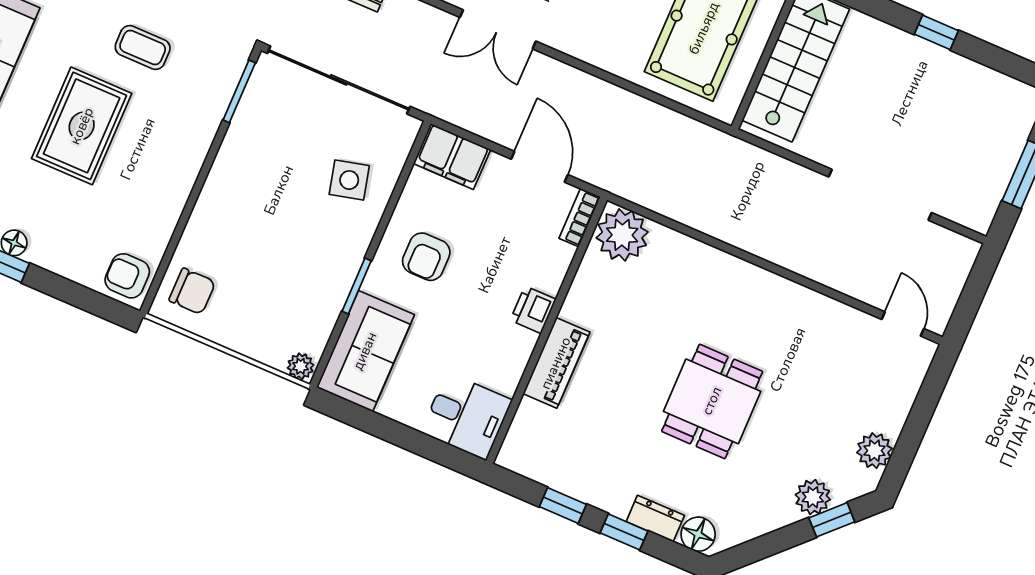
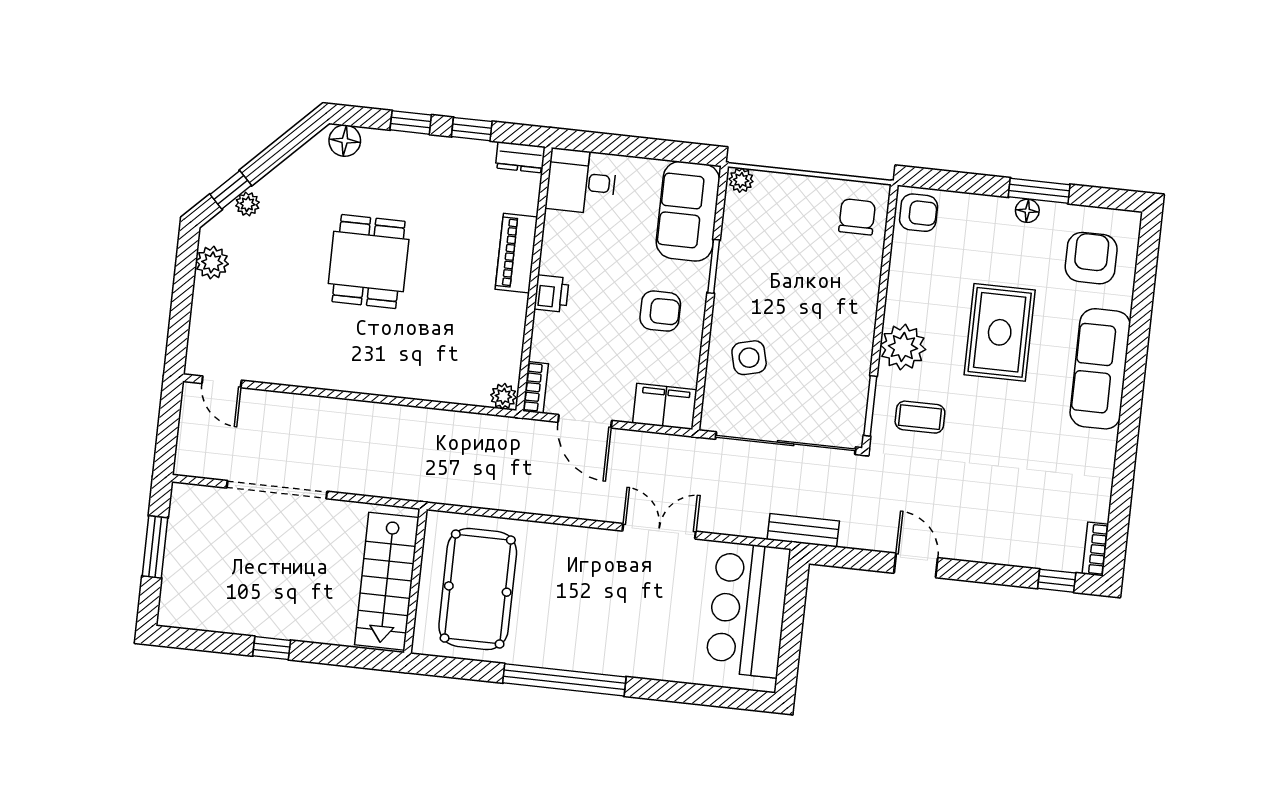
coffee table: (143, 48) -> (920, 417), moved
plant: (187, 142) -> (903, 347), added
plant: (622, 235) -> (503, 396), width x0.53, depth x0.53
armchair: (426, 257) -> (660, 311), turned 90
chair: (192, 291) -> (857, 217), turned 90
plant: (813, 497) -> (247, 204), width x0.73, depth x0.73
dresser: (655, 519) -> (520, 157), moved

